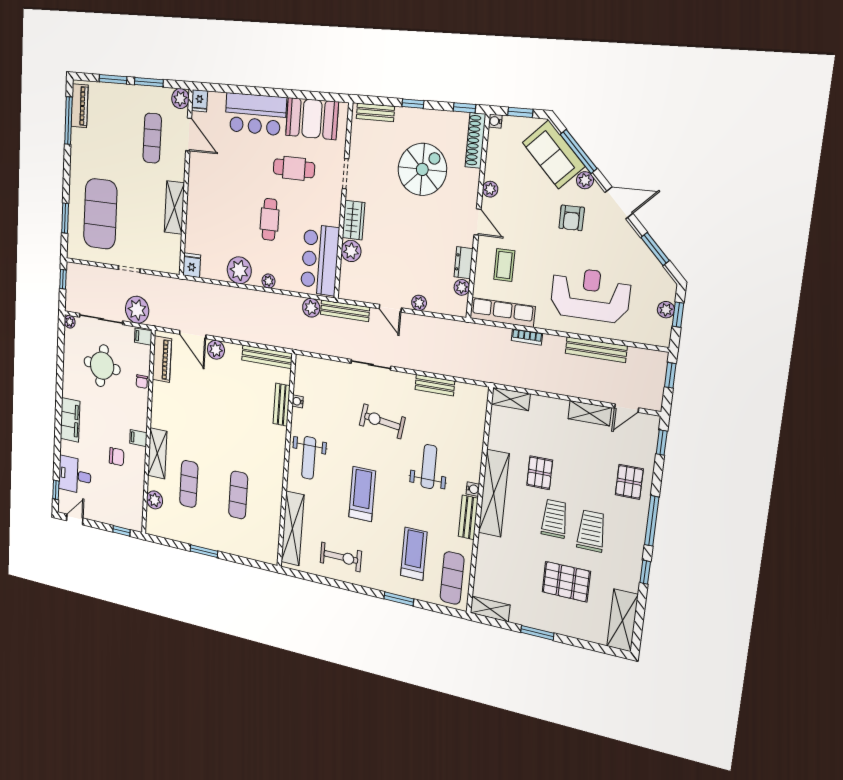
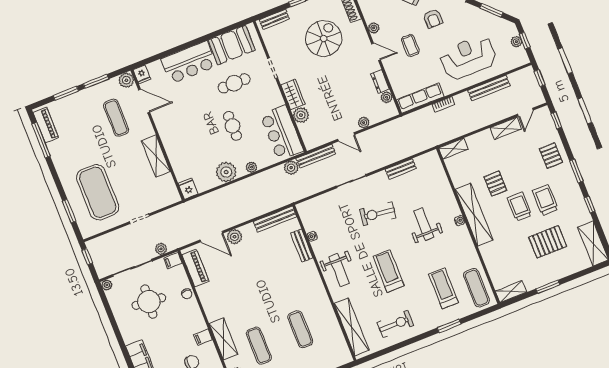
coffee table: (504, 265) -> (410, 45), moved
plant: (137, 310) -> (161, 249), width x0.53, depth x0.53
bench: (468, 517) -> (466, 241), removed
window: (652, 521) -> (576, 171), width x0.69

